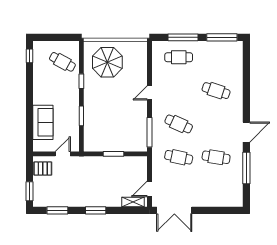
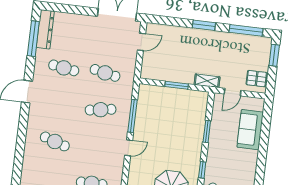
cafe table: (179, 124) -> (101, 110), turned -33
window: (149, 132) -> (132, 116), moved
window: (246, 168) -> (33, 39), moved
dresser: (237, 190) -> (45, 29), added
shelving: (133, 202) -> (207, 81), moved
window: (57, 210) -> (246, 30), width x1.44

